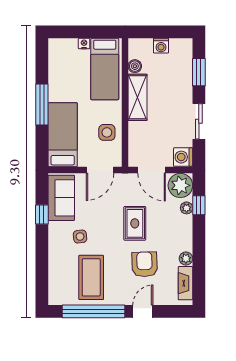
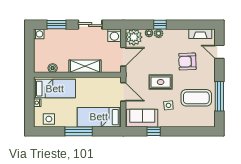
washing machine: (161, 46) -> (39, 34), moved
shelving: (138, 97) -> (85, 66), moved
side table: (107, 132) -> (49, 119), moved
window: (199, 205) -> (160, 25), moved
rug: (135, 223) -> (161, 82), moved
plant: (186, 259) -> (159, 33), moved
window: (93, 311) -> (219, 96), width x0.68
door: (143, 311) -> (219, 52), moved

